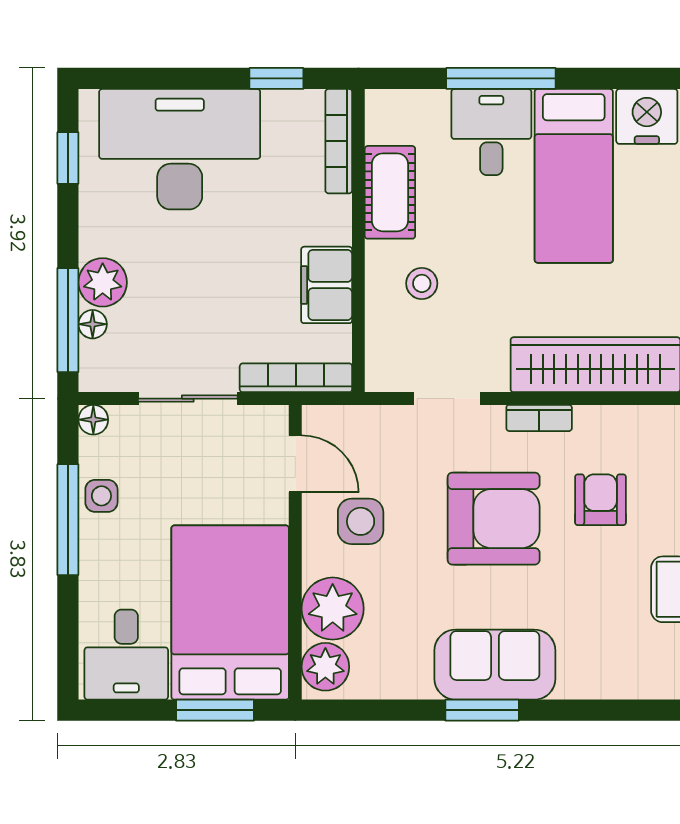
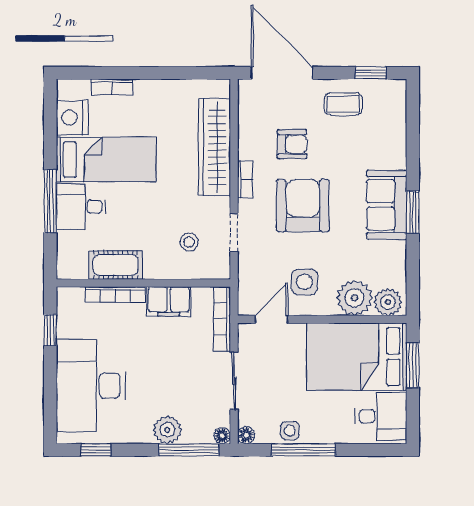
bookcase: (339, 141) -> (115, 294), moved
stool: (422, 283) -> (189, 242), moved
floor lamp: (93, 324) -> (222, 436), moved
armchair: (601, 500) -> (292, 144), turned 180

